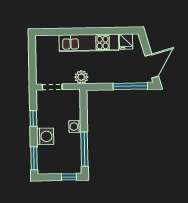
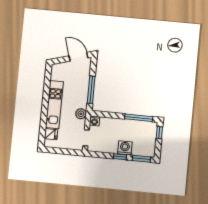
fridge: (126, 42) -> (51, 134), moved
window: (130, 86) -> (91, 90), moved
window: (33, 119) -> (120, 157), moved
washing machine: (75, 127) -> (95, 121), moved

